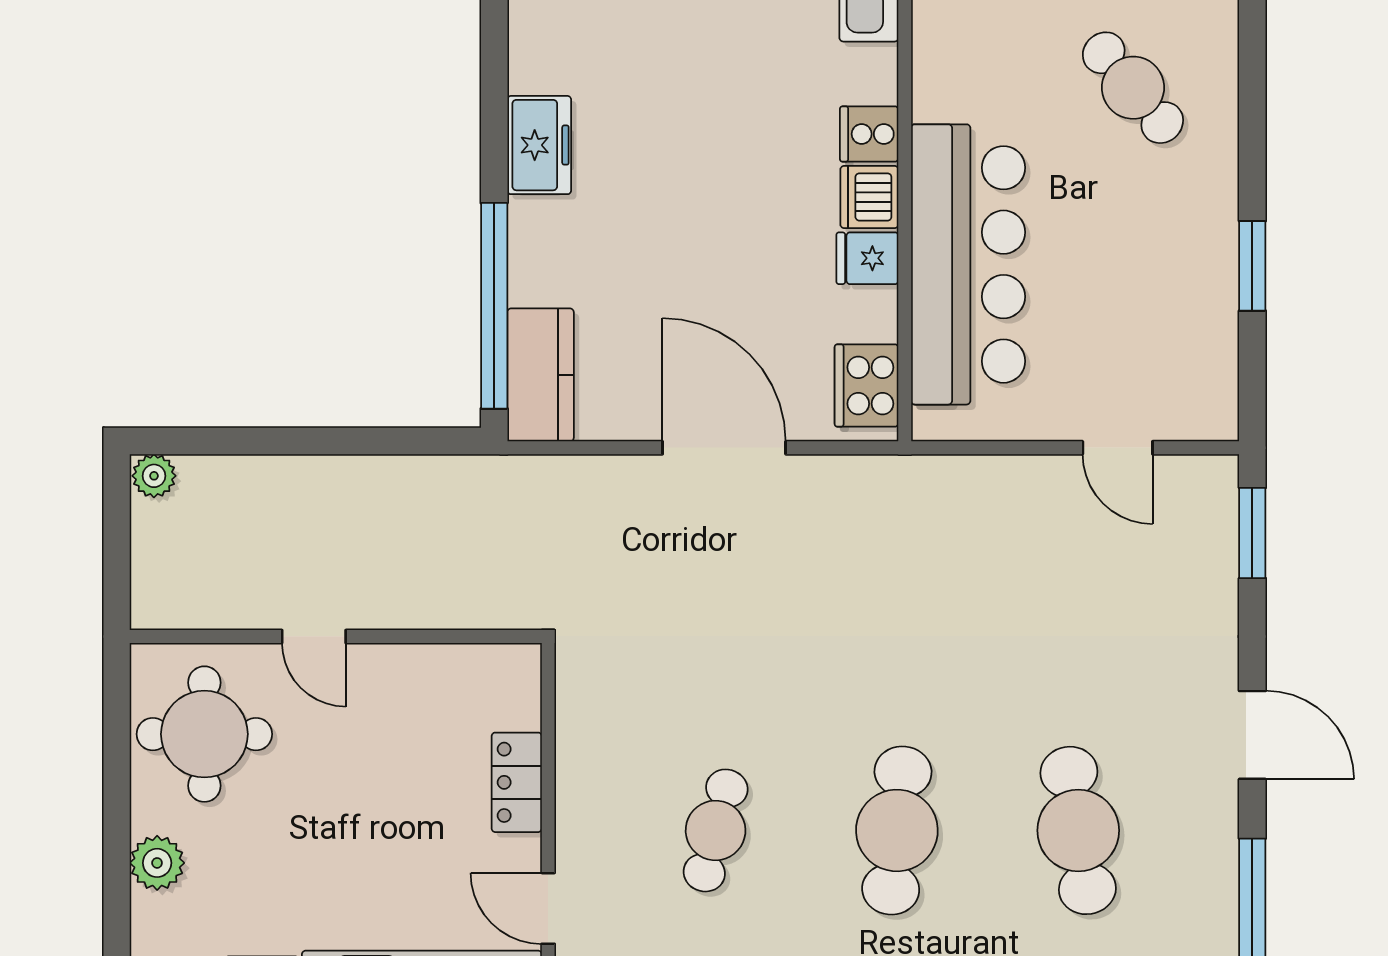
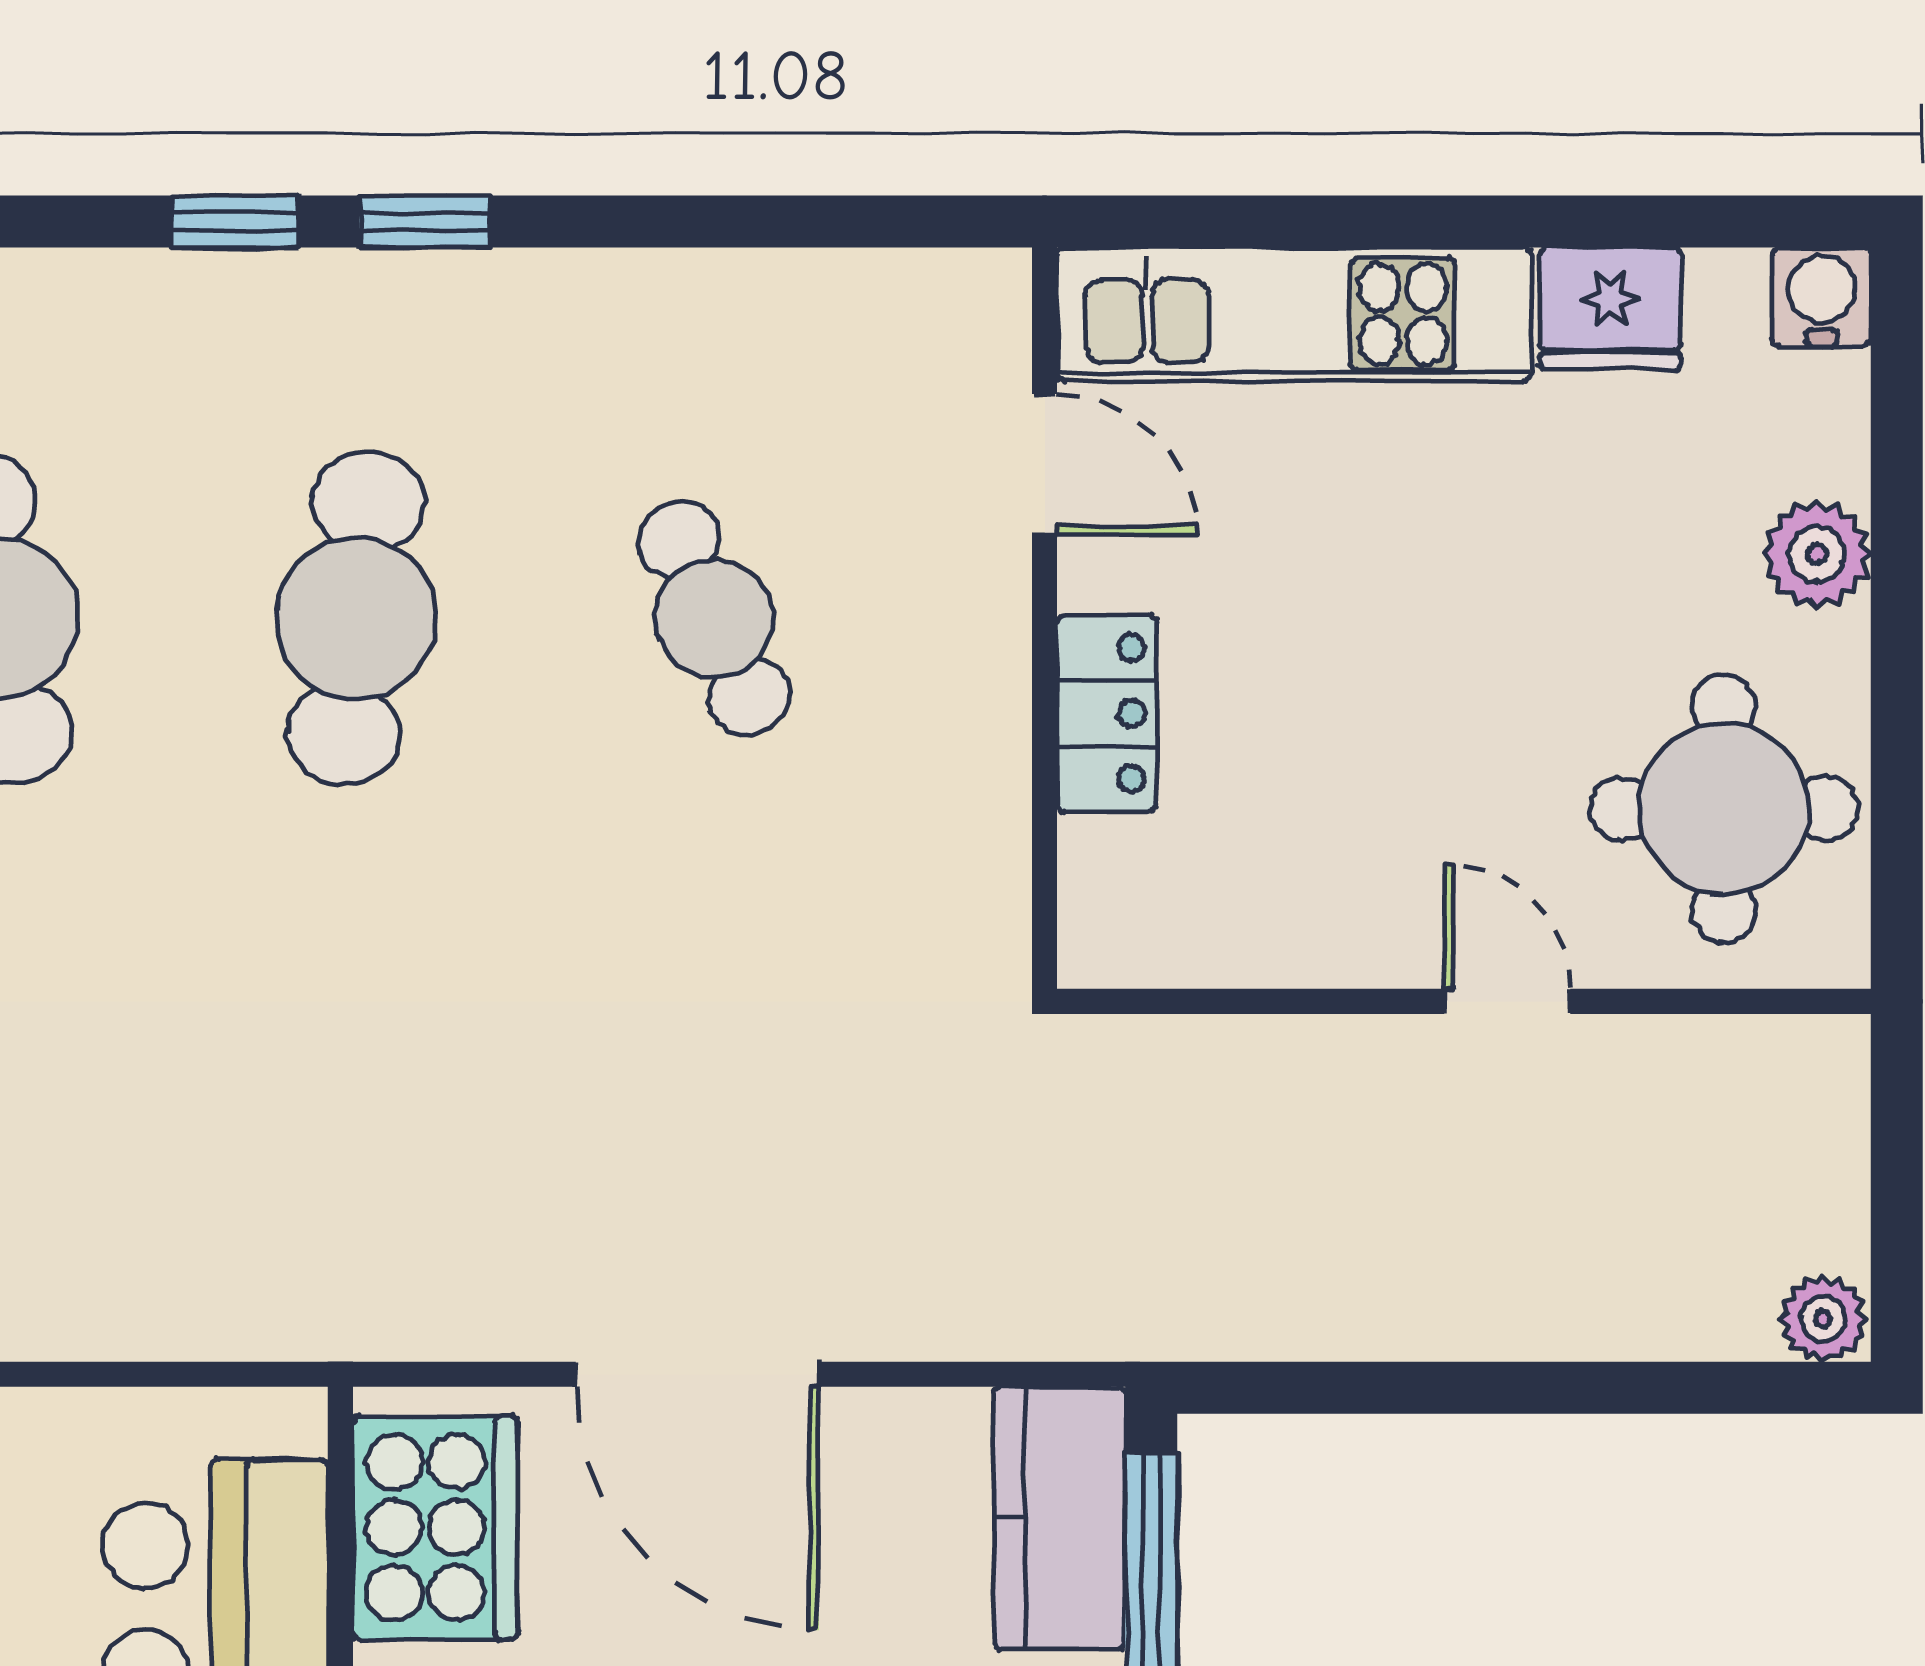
cooker: (867, 385) -> (435, 1527), width x1.37, depth x1.31
cafe table: (716, 830) -> (714, 618), turned -39

